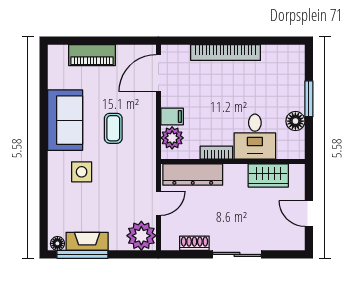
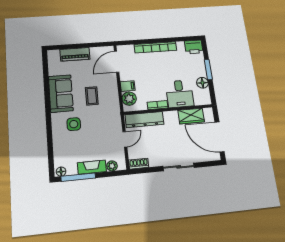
printer: (291, 57) -> (194, 47), added
door: (309, 213) -> (220, 137), width x1.88
plant: (141, 236) -> (112, 166), width x0.53, depth x0.53
fireplace: (87, 241) -> (92, 167), moved
shoe rack: (194, 243) -> (139, 164), moved

